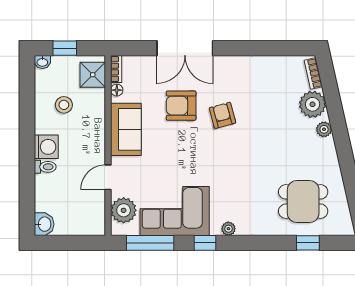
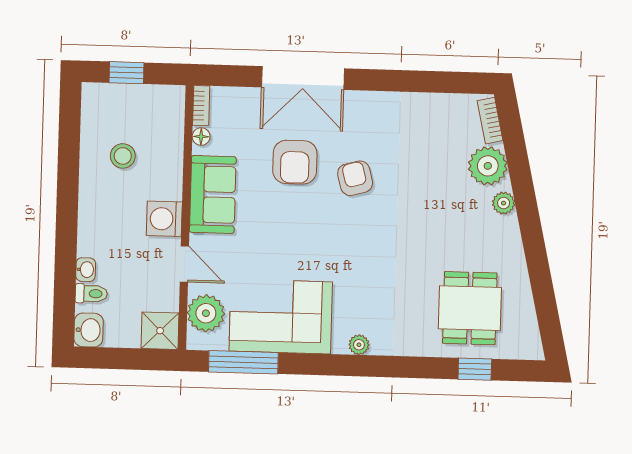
washbasin: (42, 62) -> (86, 270), moved, turned -90
shower: (93, 75) -> (160, 331), moved
armchair: (181, 106) -> (295, 162), turned -90
washing machine: (46, 147) -> (164, 219), moved, turned 180
toilet: (45, 167) -> (91, 294), moved
door: (108, 177) -> (184, 264), swing flipped
dining table: (303, 202) -> (470, 308), turned 90
window: (205, 243) -> (324, 365), removed

